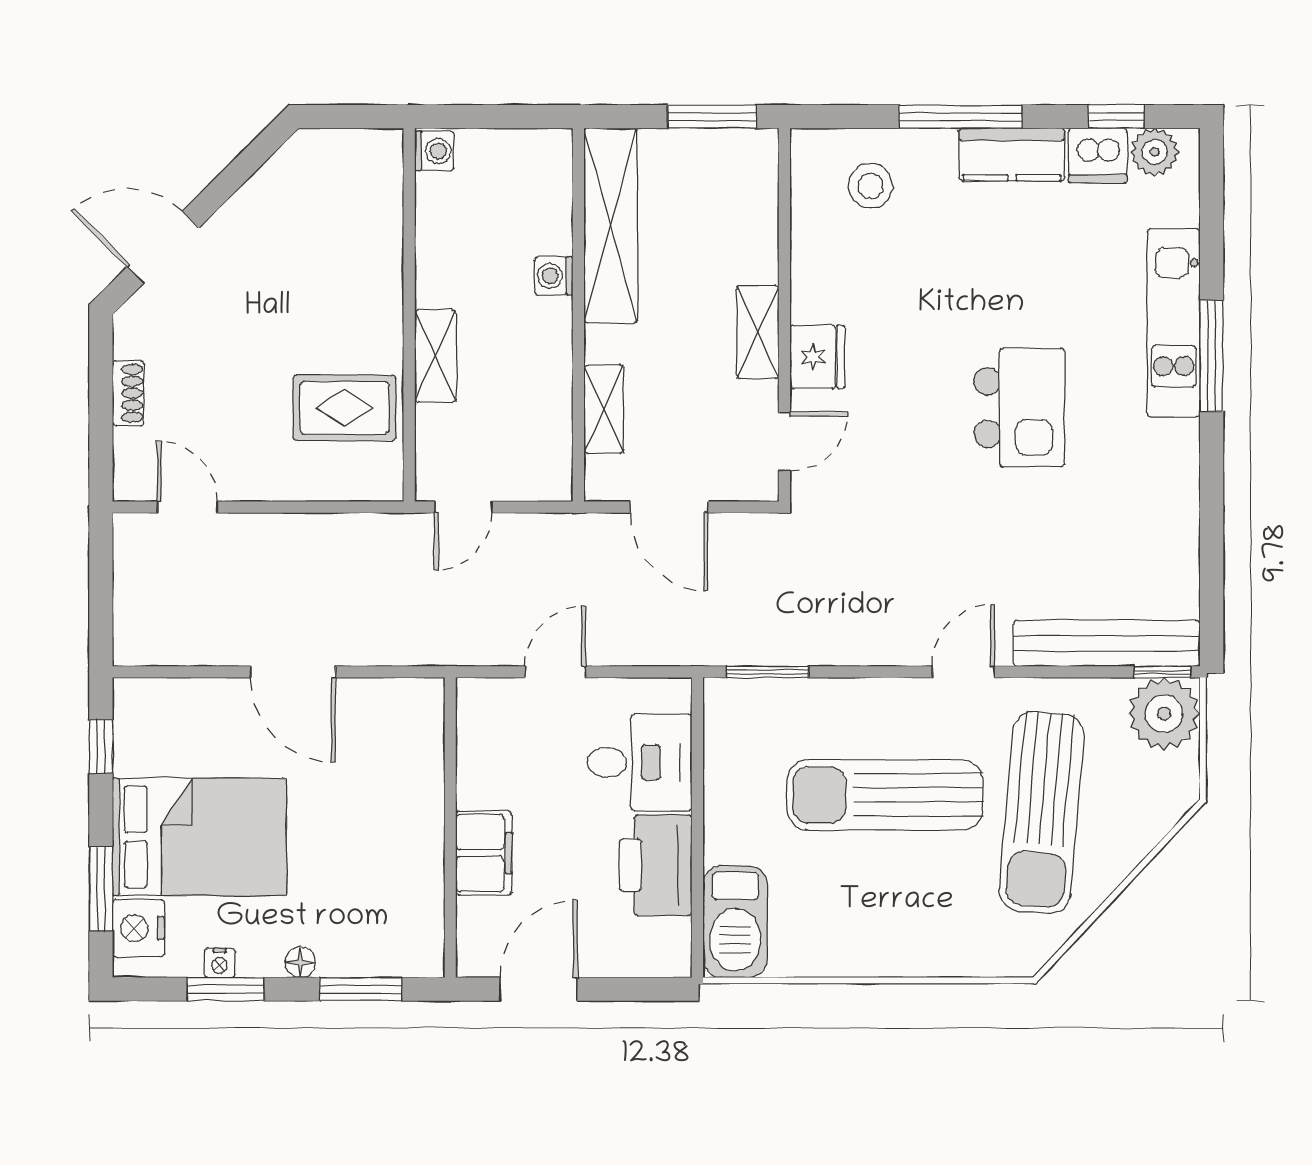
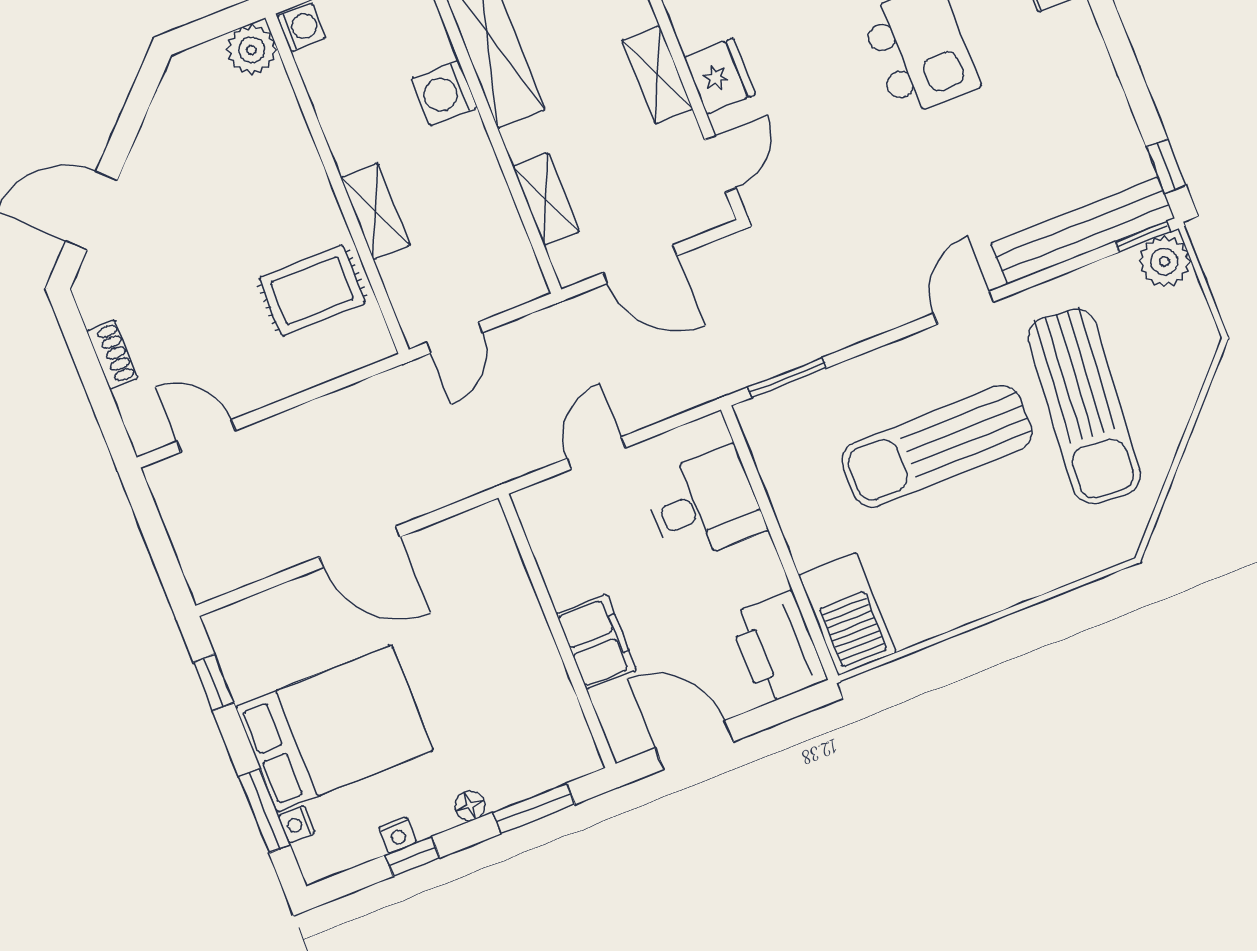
plant: (378, 154) -> (252, 50), added
washing machine: (554, 276) -> (444, 93), width x1.38, depth x1.38
window: (1212, 613) -> (1166, 166), added
plant: (1164, 714) -> (1164, 261), width x0.73, depth x0.73
printer: (656, 865) -> (778, 647), moved
nightstand: (138, 928) -> (297, 824), width x0.53, depth x0.56
window: (226, 989) -> (412, 856), width x0.67
door: (538, 989) -> (694, 745), hinge flipped

